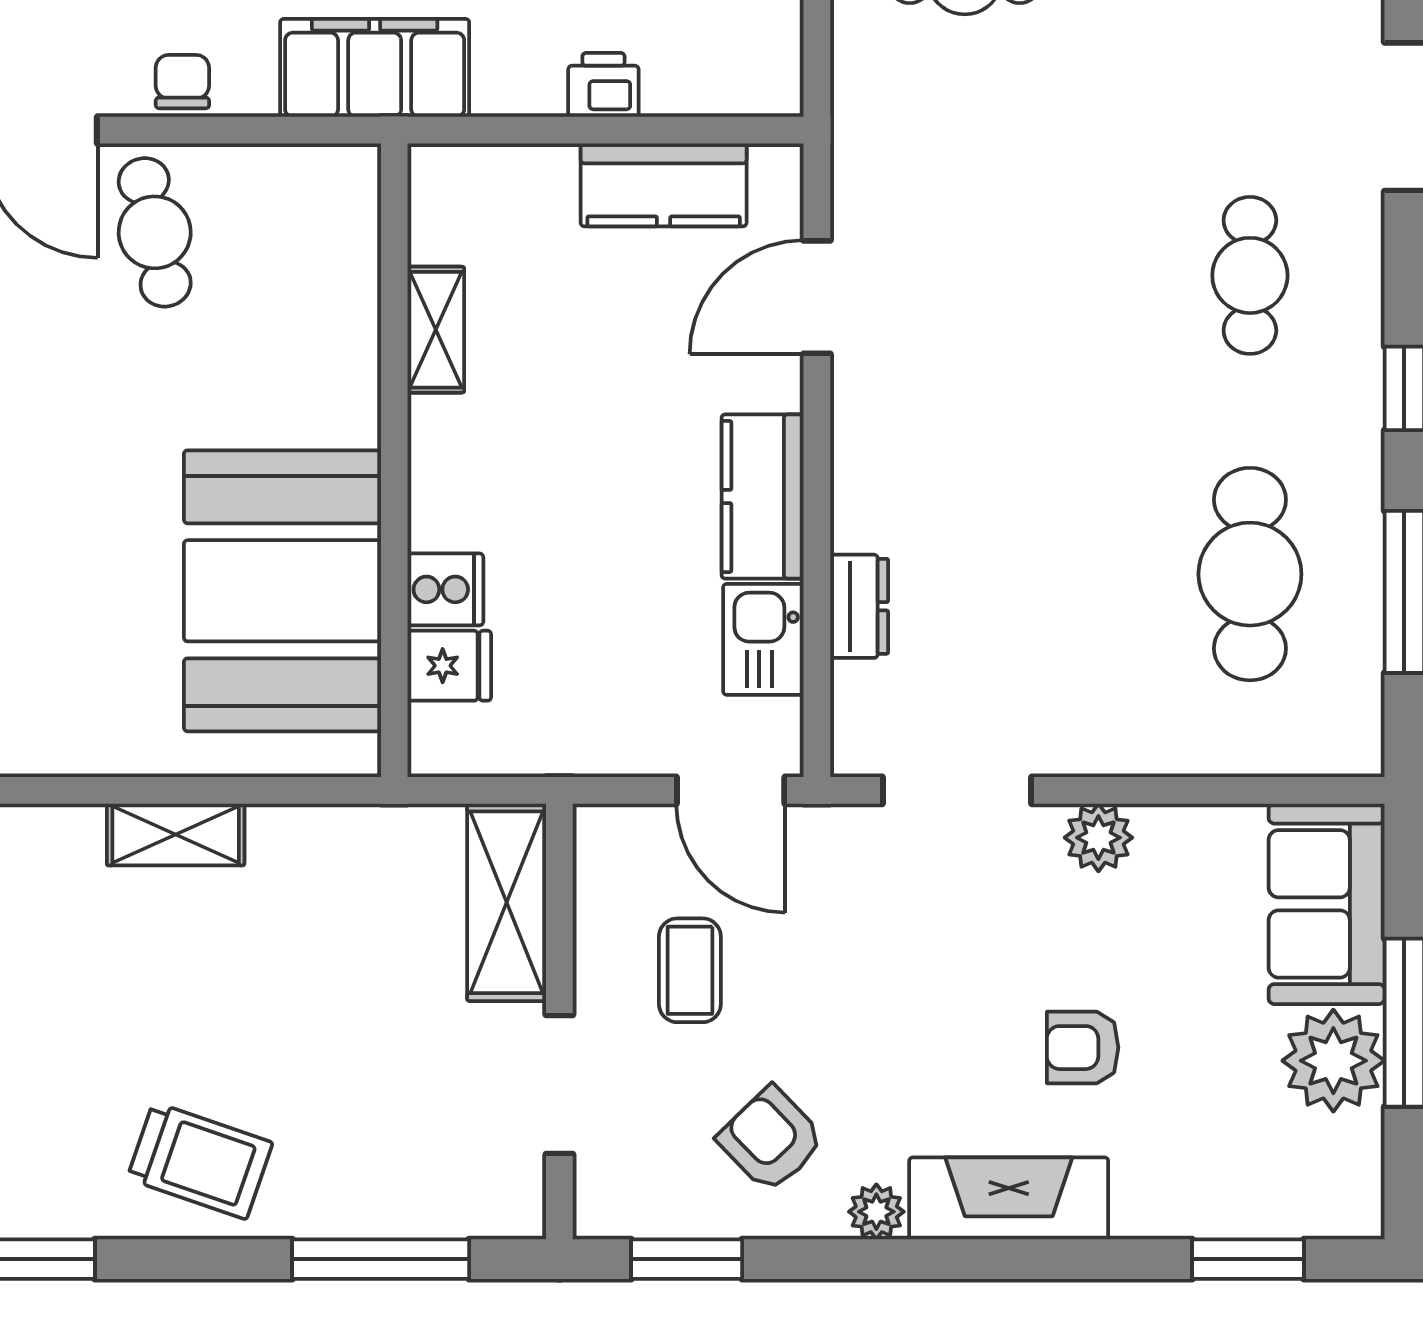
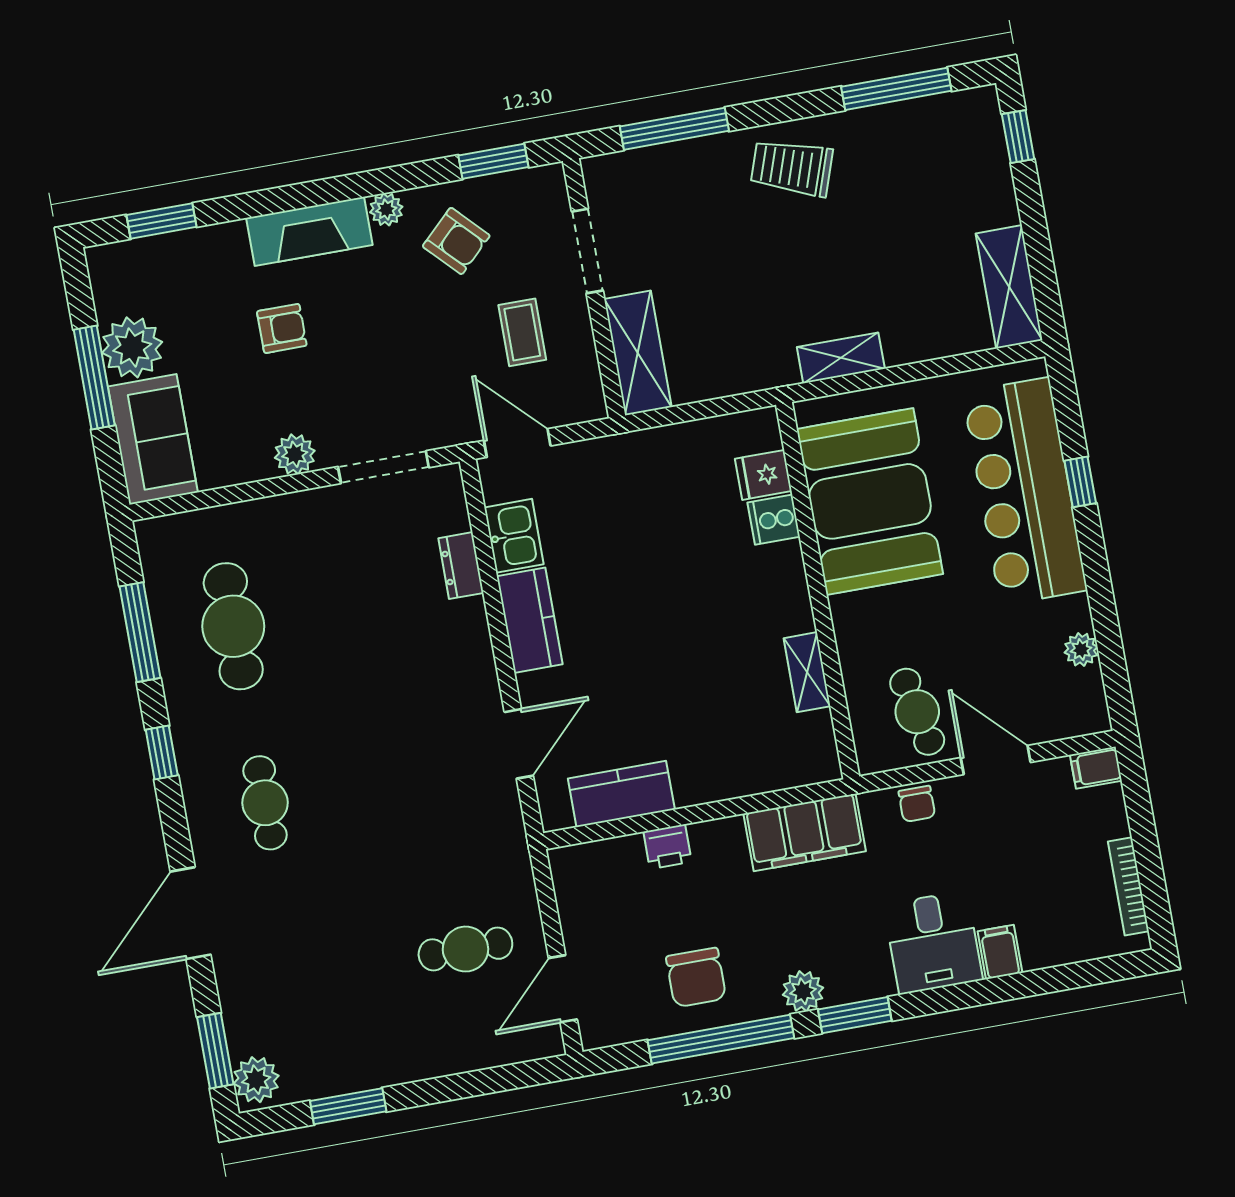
shelving: (436, 330) -> (807, 672), moved
wall: (394, 460) -> (818, 591), moved
cooker: (445, 589) -> (774, 520), moved
booth: (283, 591) -> (870, 501), moved
fridge: (449, 666) -> (763, 475), moved

